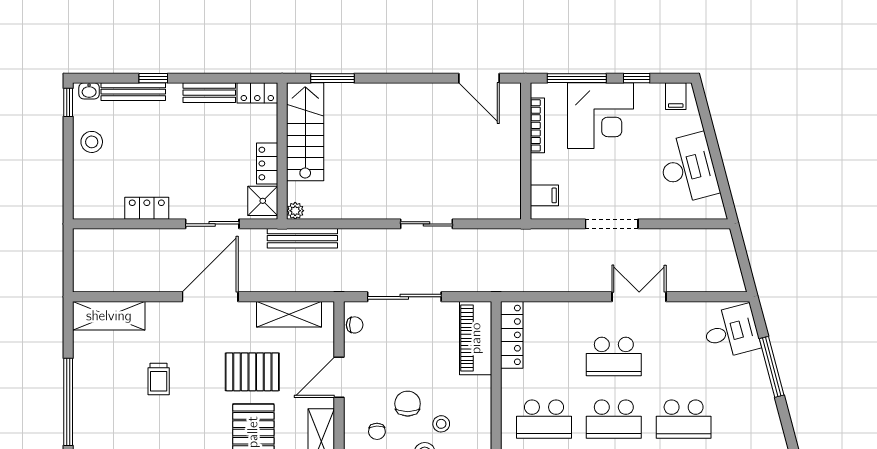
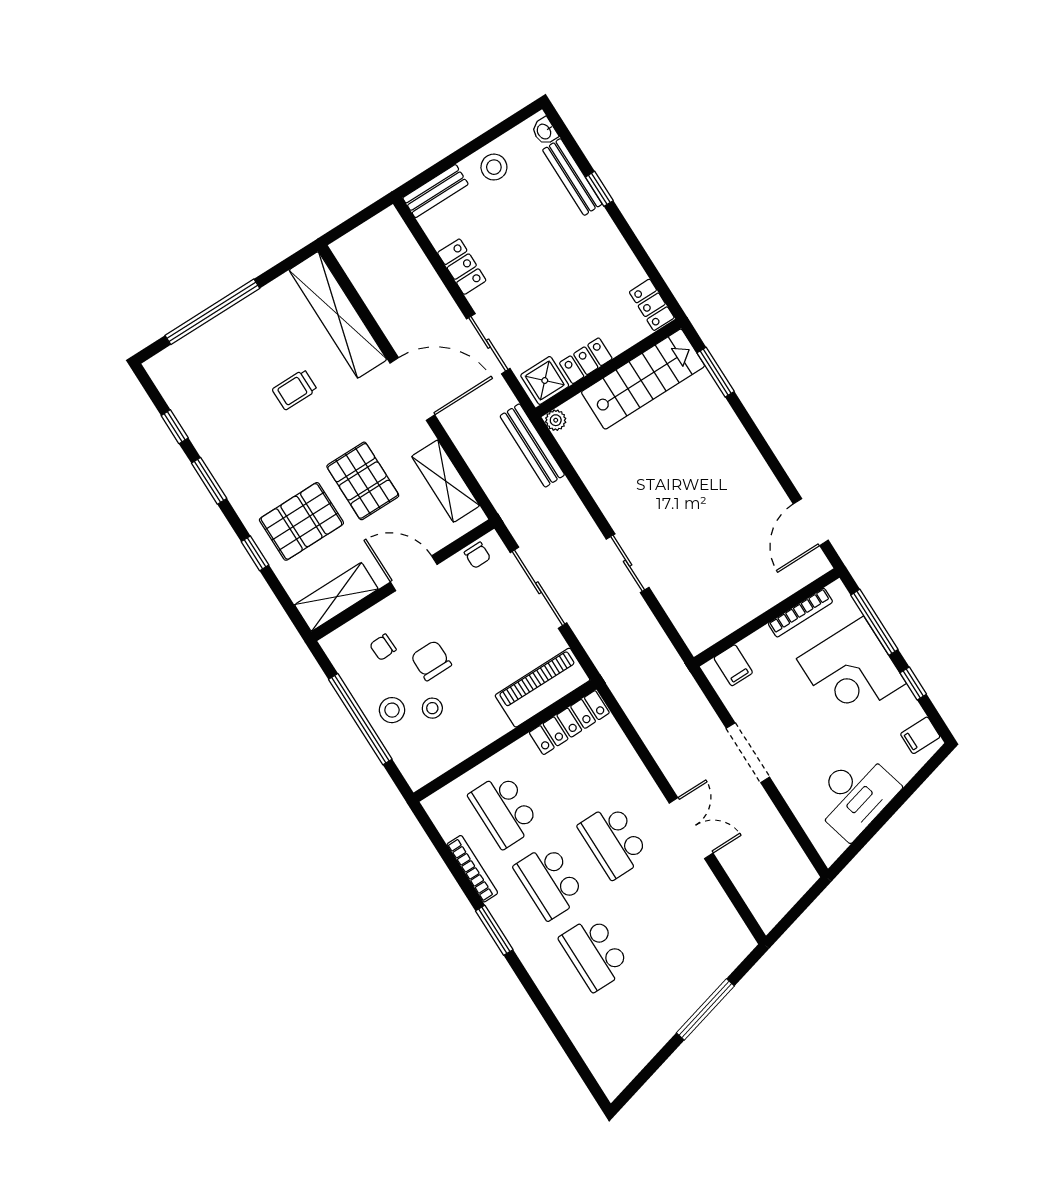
bench: (209, 93) -> (435, 191), moved, turned 90
window: (68, 102) -> (519, 117), removed
shelving: (109, 316) -> (338, 315), width x1.47
desk: (731, 332) -> (715, 945), removed
chair: (408, 404) -> (431, 661), turned -90

